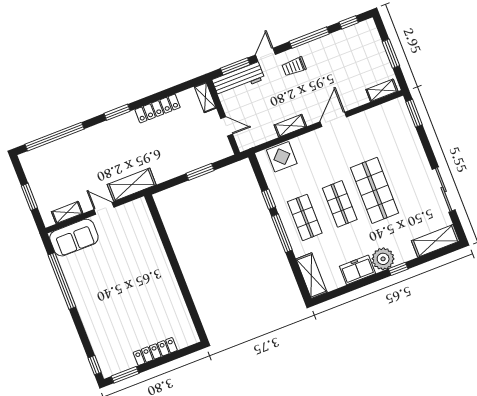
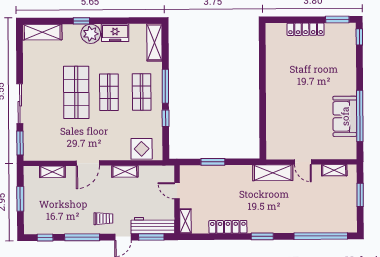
shelving: (382, 90) -> (52, 172), moved
sliding door: (444, 190) -> (20, 104), moved
sofa: (74, 238) -> (345, 116), moved, turned -90

